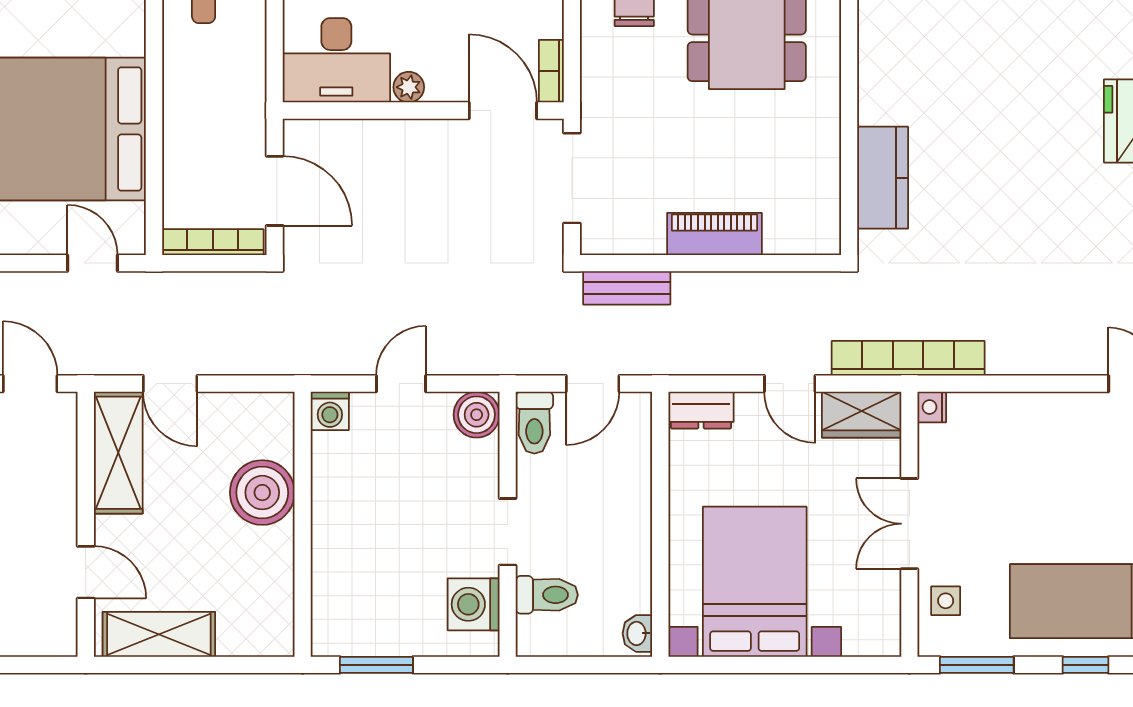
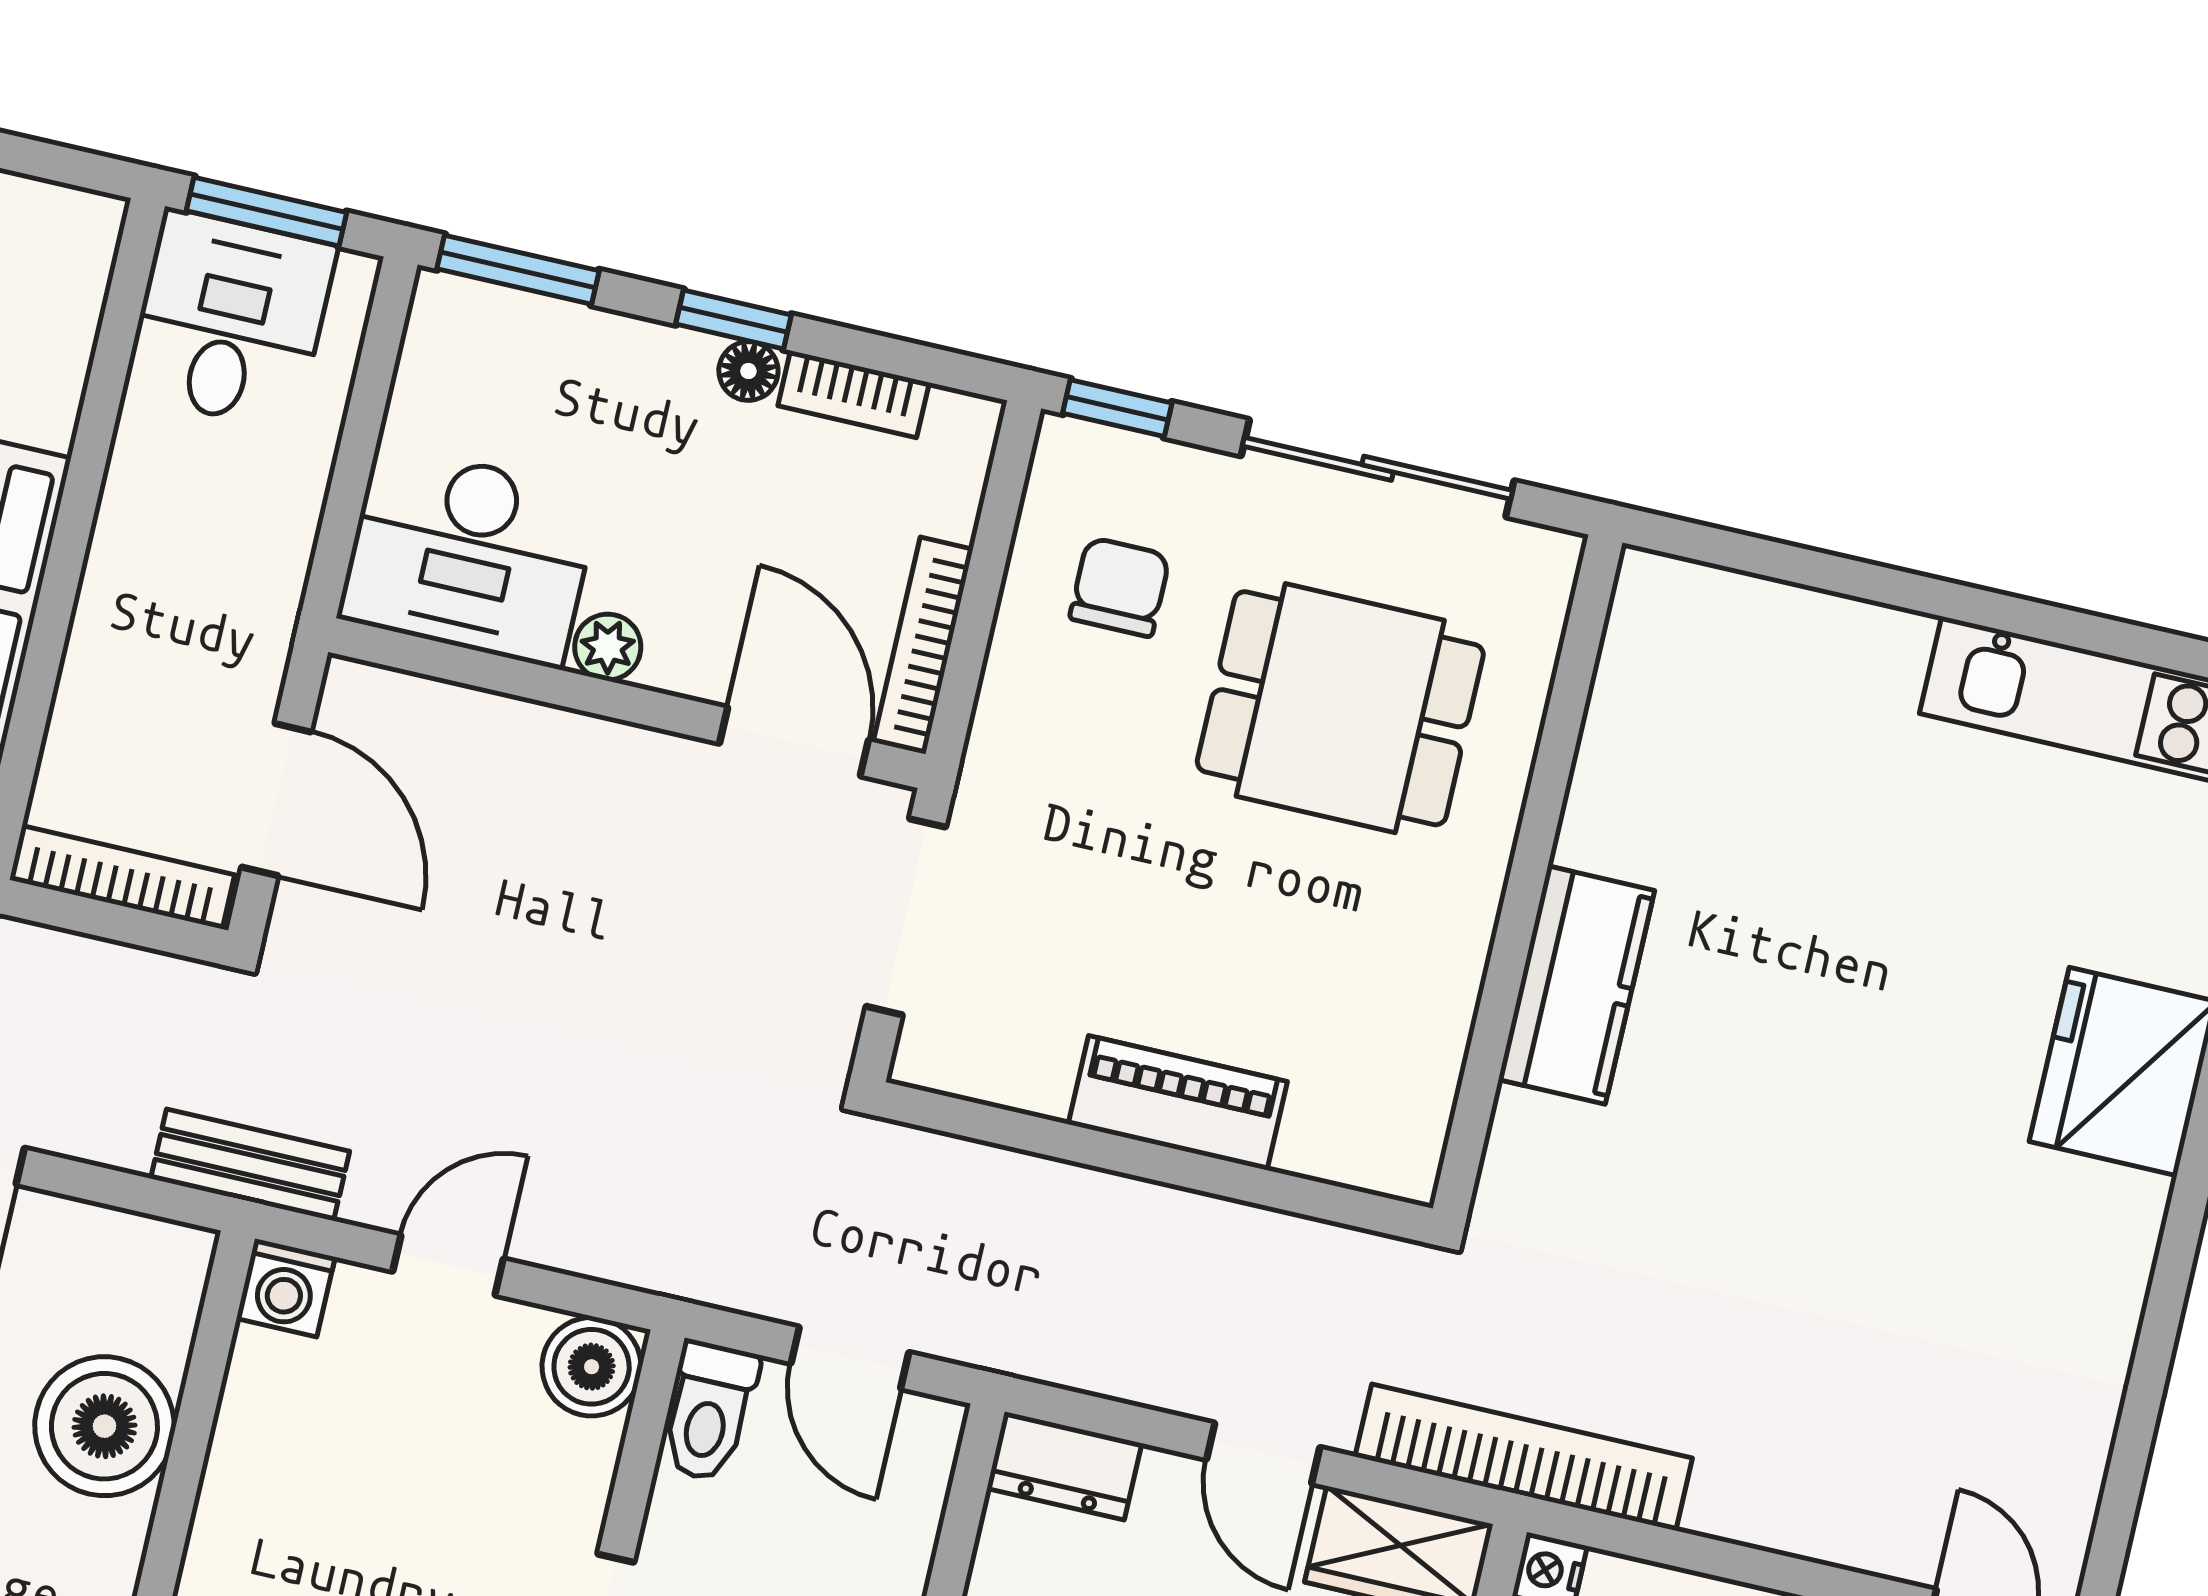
bookcase: (551, 71) -> (923, 646), width x1.56
kitchen counter: (883, 178) -> (1576, 985), moved
bench: (627, 288) -> (250, 1165), moved
door: (593, 384) -> (850, 1358), hinge flipped

